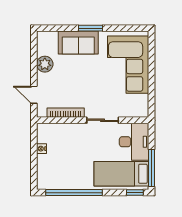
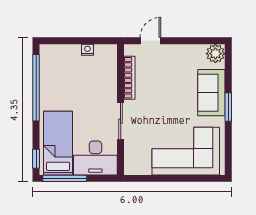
plant: (45, 64) -> (215, 54), moved

